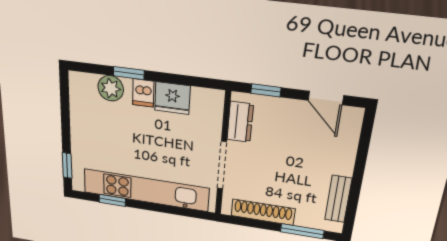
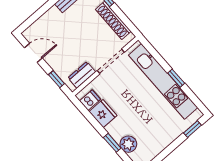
dishwasher: (143, 93) -> (90, 100), moved
door: (326, 98) -> (33, 53), hinge flipped
window: (112, 200) -> (176, 78), moved

